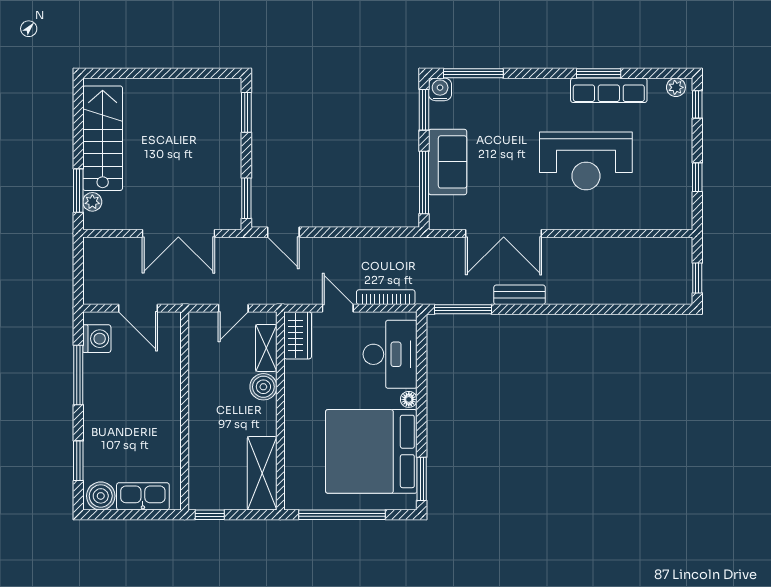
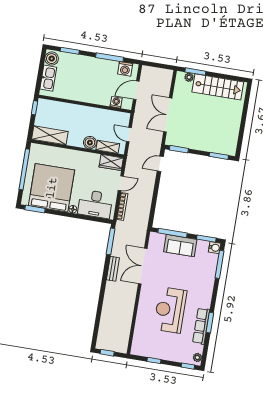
washing machine: (170, 346) -> (116, 102), added

